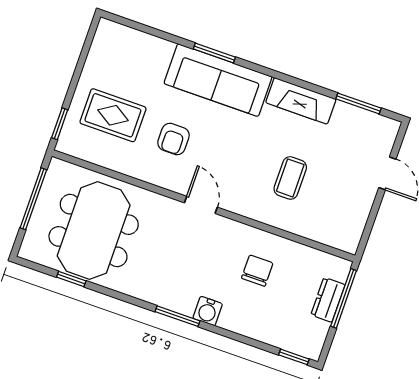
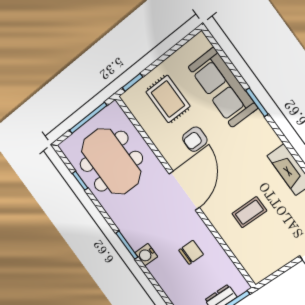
sofa: (218, 80) -> (223, 87), moved
door: (201, 205) -> (184, 191), width x1.88
meeting table: (94, 231) -> (111, 161), turned 90

